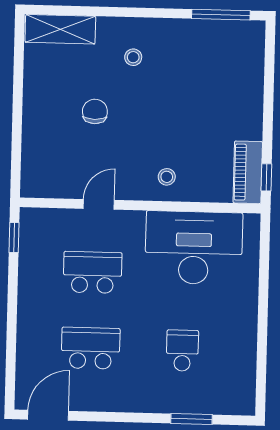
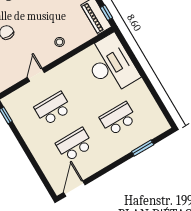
desk: (194, 248) -> (111, 64), moved, turned 90
school desk: (182, 351) -> (118, 119), width x1.85

